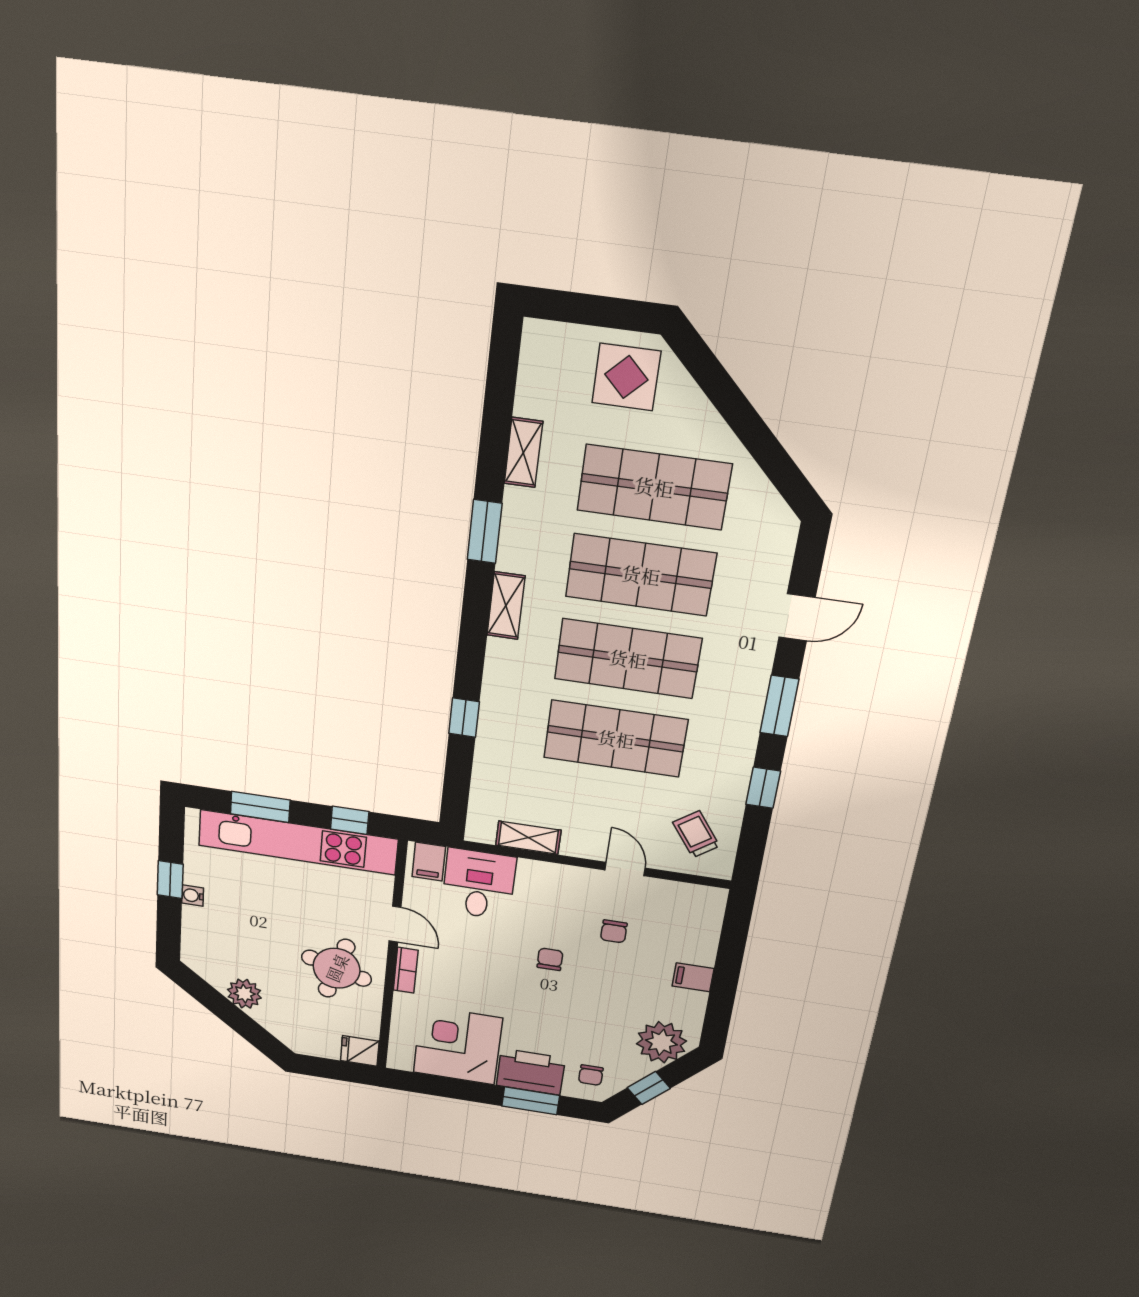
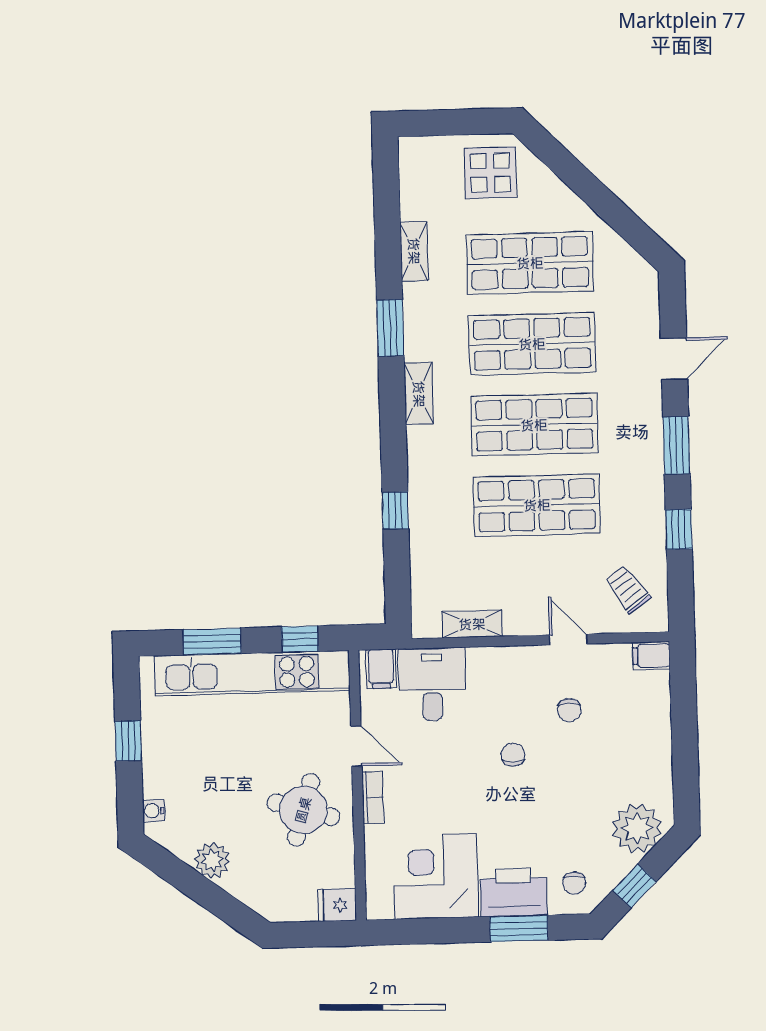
water cooler: (193, 896) -> (153, 811), moved
filing cabinet: (693, 977) -> (651, 656), moved

